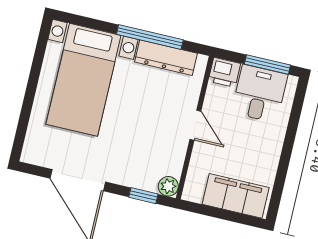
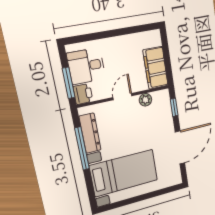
window: (267, 65) -> (69, 83), moved
plant: (168, 186) -> (145, 100), moved
filing cabinet: (236, 196) -> (156, 68), moved

